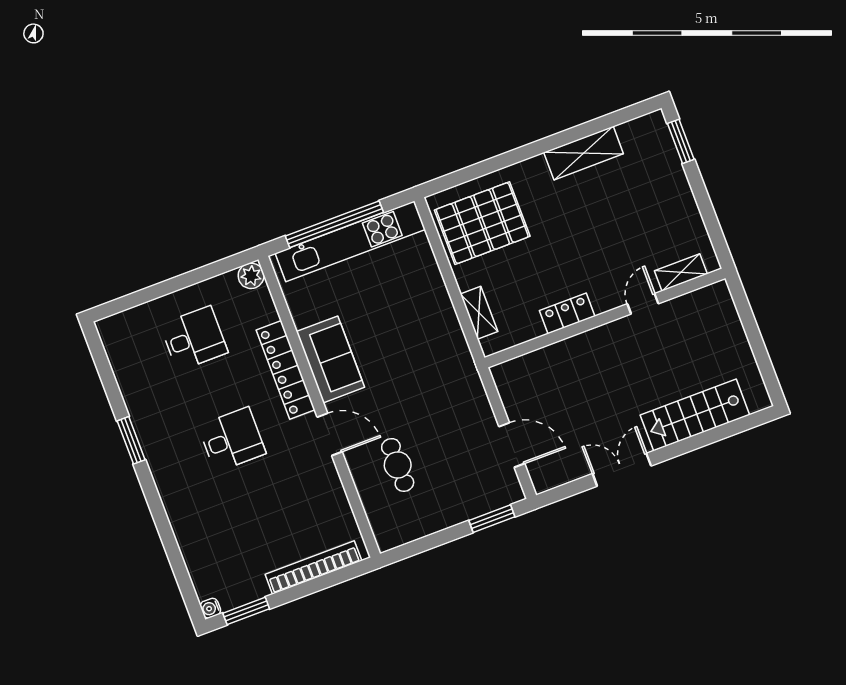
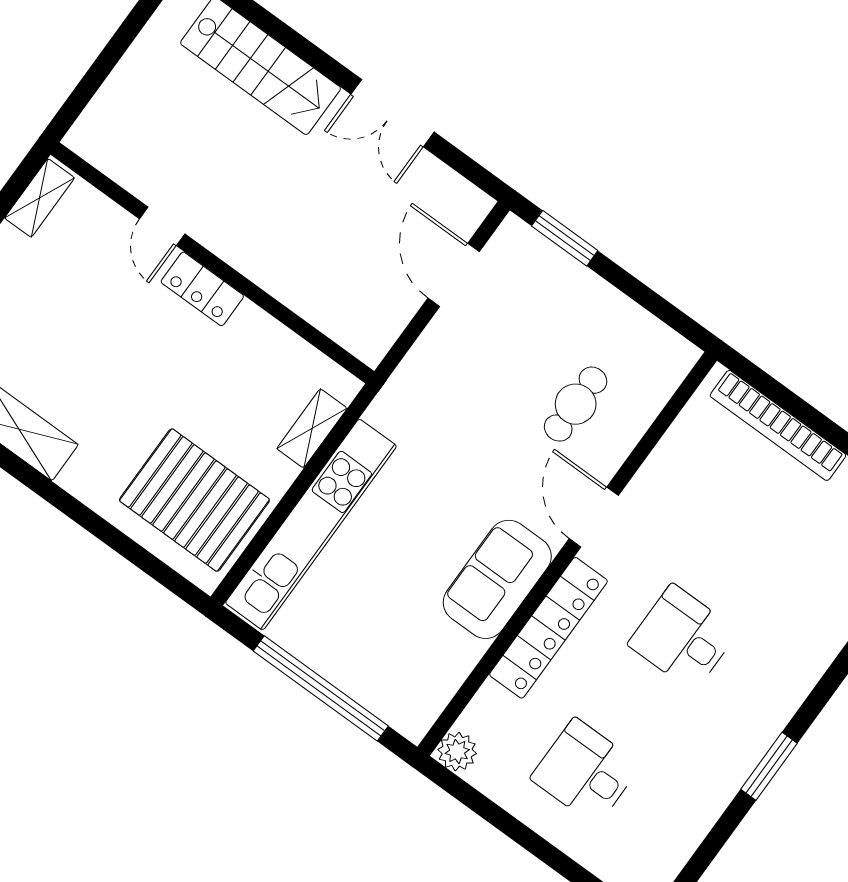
kitchen unit: (350, 241) -> (311, 524), moved, turned 90
shelving: (681, 272) -> (40, 198), moved, turned 90
door: (643, 304) -> (162, 226), hinge flipped
locker: (567, 313) -> (202, 289), moved

